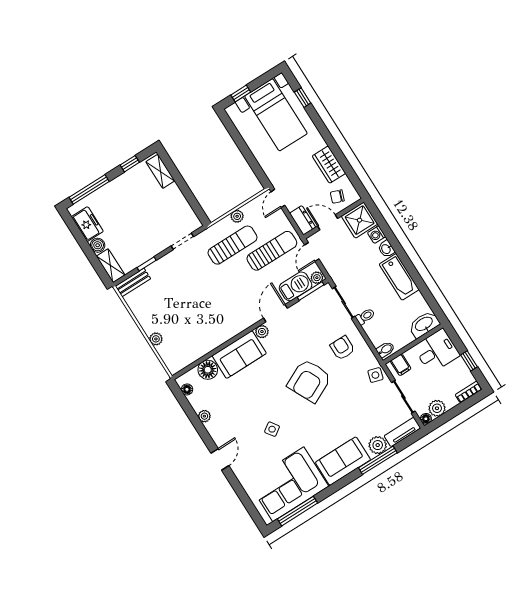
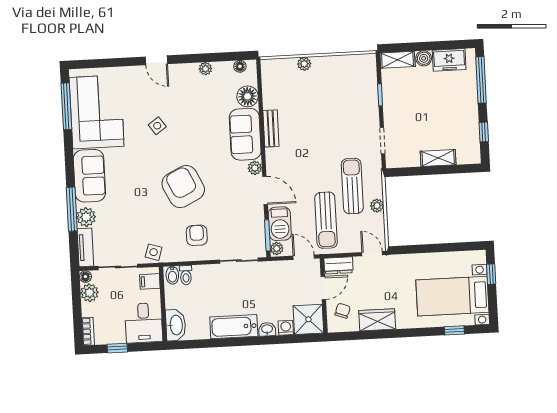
shelving: (160, 171) -> (438, 158), moved
sun lounger: (233, 245) -> (352, 186), turned 180
bench: (133, 282) -> (271, 128), moved
toilet: (365, 316) -> (186, 275), moved
armchair: (342, 348) -> (197, 235), turned -90

